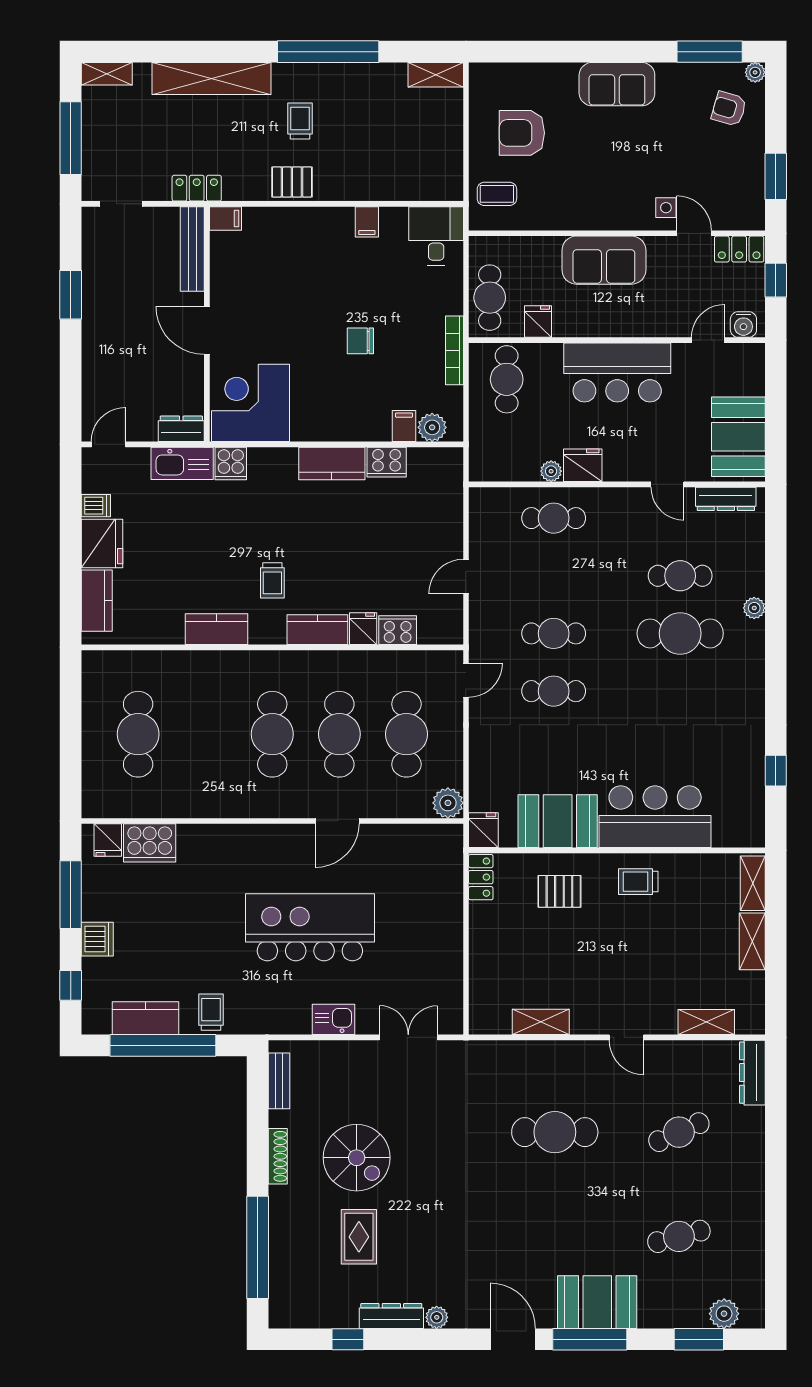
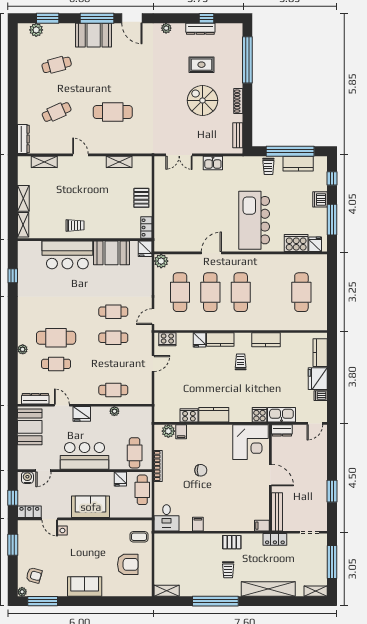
fridge: (583, 465) -> (82, 414), moved
cooker: (398, 630) -> (167, 339), moved
pallet: (559, 891) -> (141, 198), moved, turned 90
kitchen island: (310, 927) -> (254, 220), moved, turned 90
rug: (359, 1237) -> (201, 65), turned 90
dresser: (391, 1316) -> (200, 29), moved

